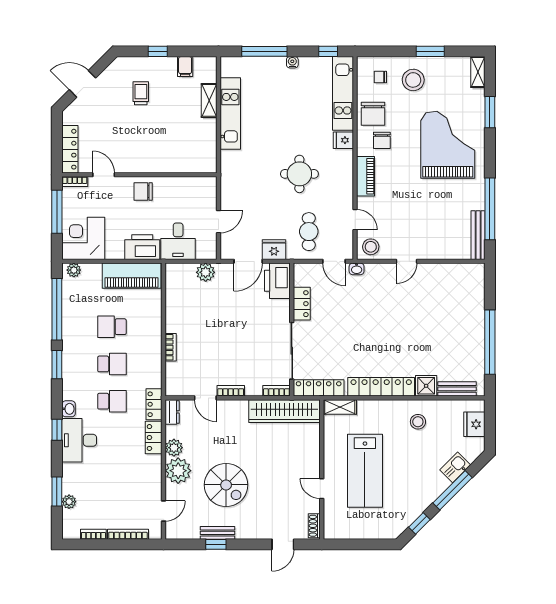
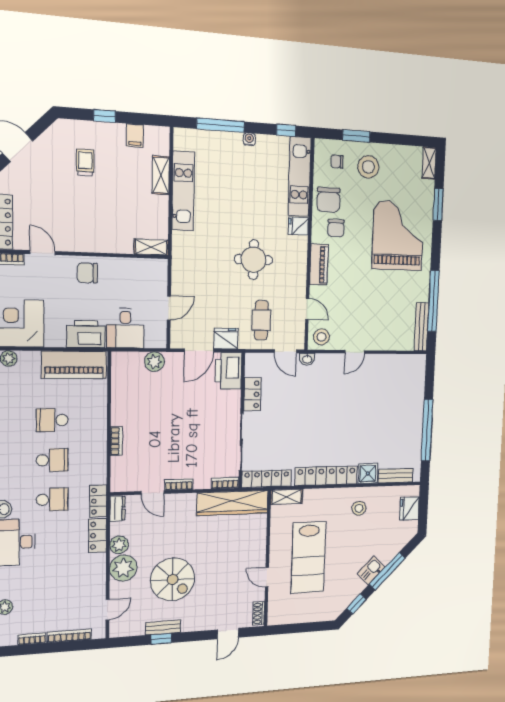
window: (430, 51) -> (356, 136), moved
shelving: (201, 166) -> (151, 247), added
kitchen sink: (455, 467) -> (371, 570), moved

